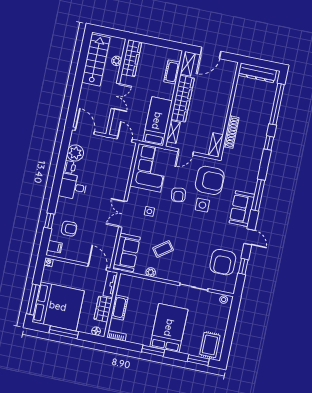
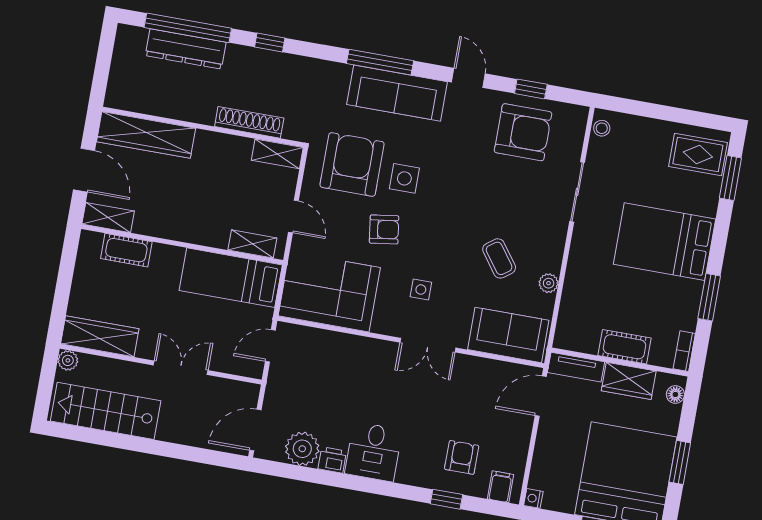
plant: (117, 61) -> (68, 360), moved
dresser: (257, 73) -> (186, 49), moved, turned 90
wardrobe: (183, 99) -> (146, 135), moved, turned 180
sofa: (242, 209) -> (397, 93), width x1.36
door: (249, 237) -> (468, 78), hinge flipped
window: (64, 332) -> (680, 462), width x0.69
window: (153, 351) -> (709, 297), moved

